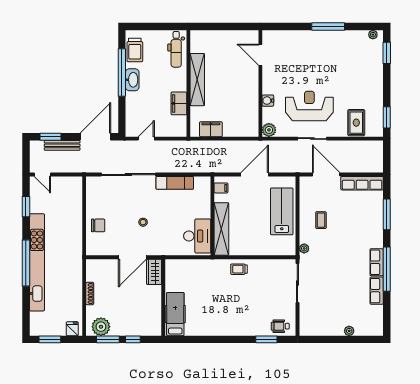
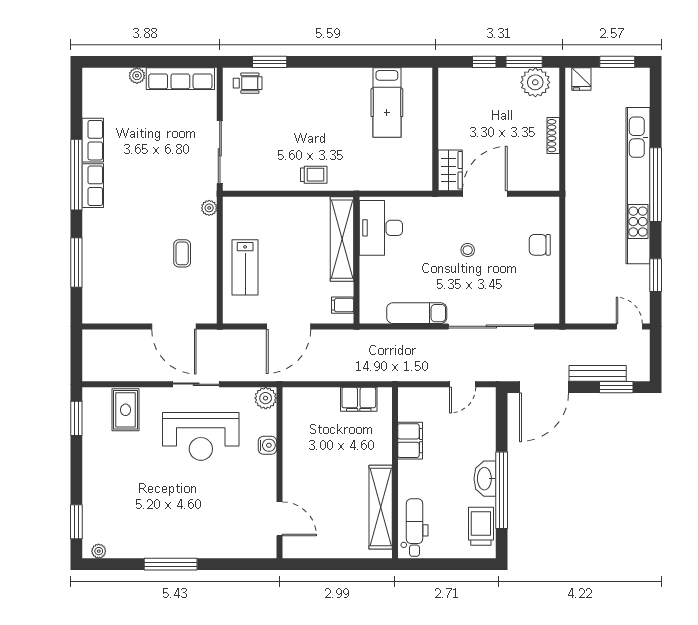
shelving: (197, 80) -> (381, 507), moved
row of seats: (362, 183) -> (180, 79), moved, turned 180
lab bench: (282, 211) -> (245, 267), width x0.73, depth x0.72
hospital bed: (175, 314) -> (387, 103), moved

